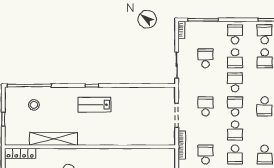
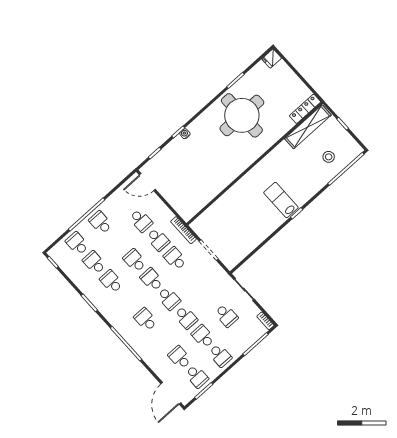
lab bench: (94, 105) -> (281, 200), turned -90
school desk: (205, 106) -> (175, 259), moved, turned 180
shelving: (54, 139) -> (308, 127), moved

